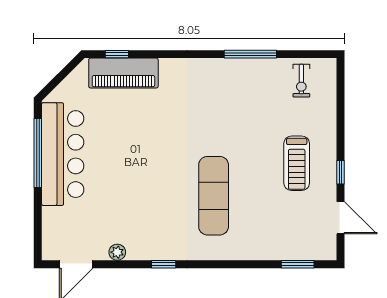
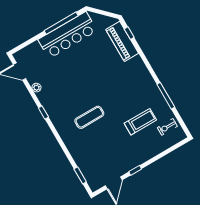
treadmill: (297, 163) -> (140, 122), moved, turned 180
exercise mat: (214, 196) -> (89, 117), width x0.73, depth x0.69

